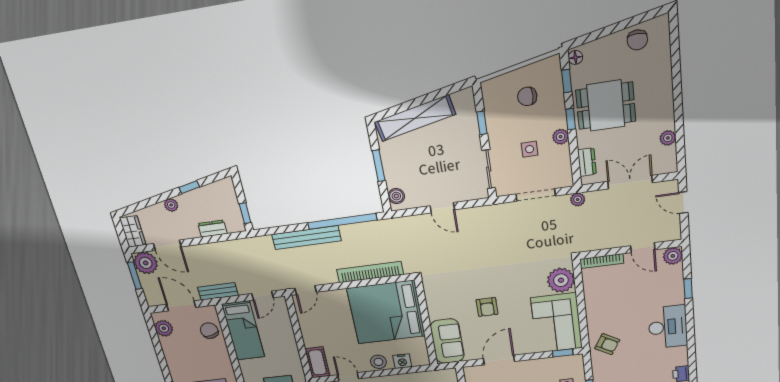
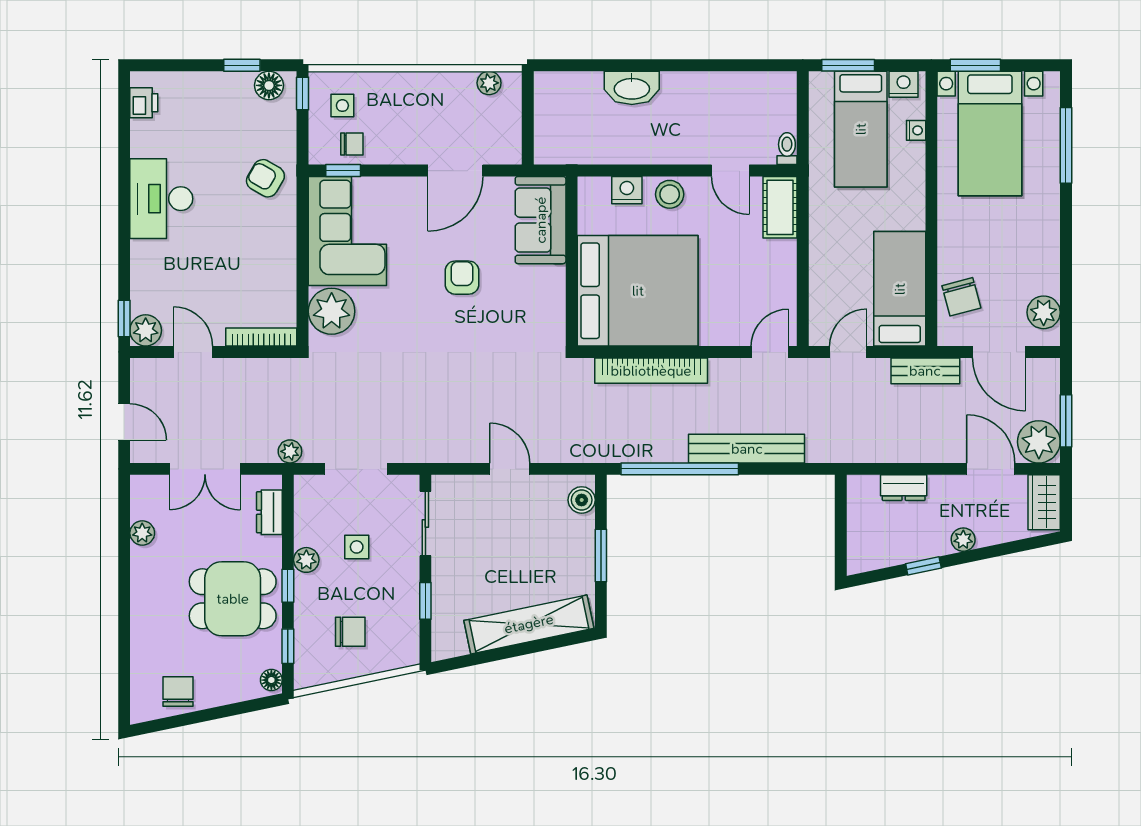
window: (245, 213) -> (841, 507), removed
window: (688, 289) -> (124, 318), moved
chair: (559, 367) -> (352, 144), added

